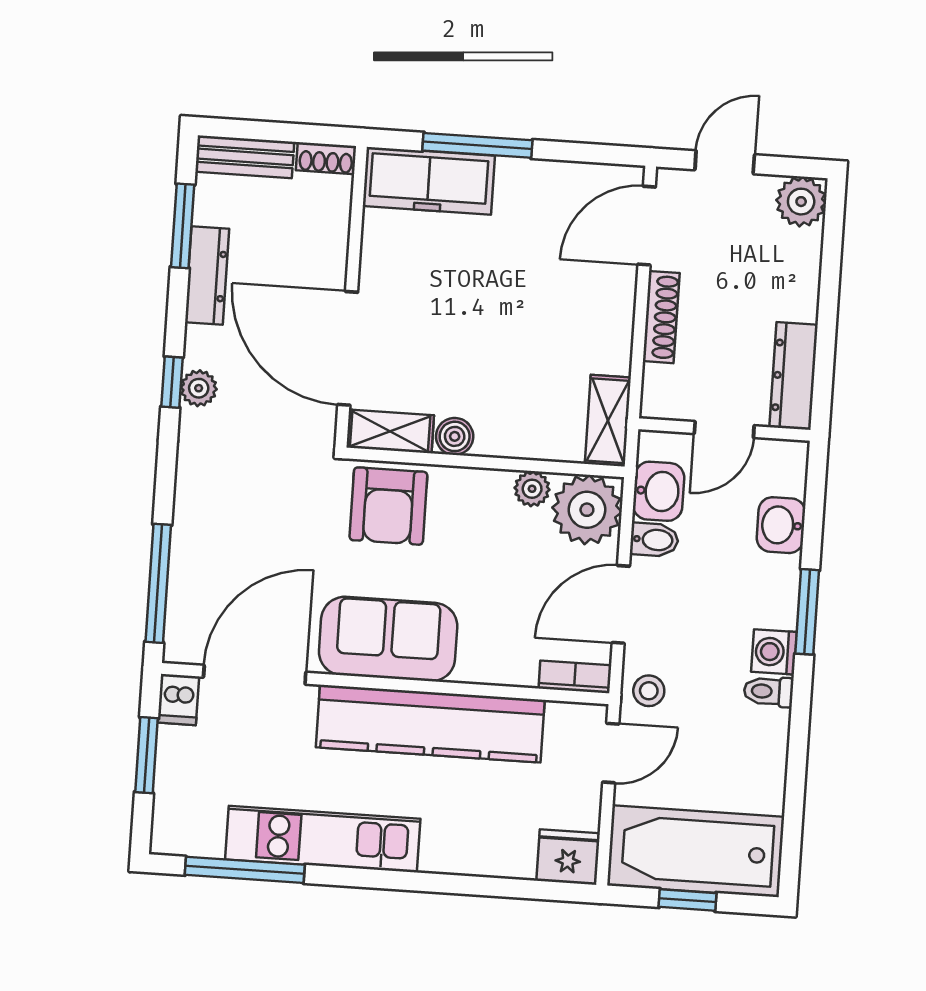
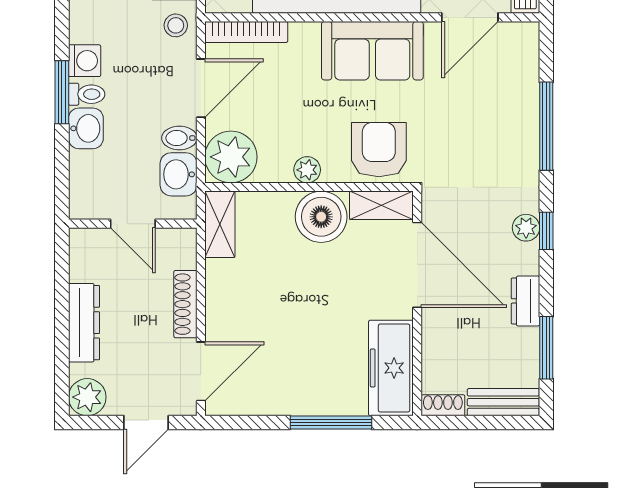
freezer: (429, 181) -> (391, 368), moved, turned -90
dresser: (207, 276) -> (525, 301), width x0.70
dresser: (794, 376) -> (84, 323), moved
door: (724, 430) -> (133, 224), swing flipped
boiler: (455, 436) -> (321, 217), width x1.86, depth x1.86
plant: (532, 489) -> (307, 170), moved
washbasin: (781, 525) -> (86, 128), moved
window: (158, 583) -> (546, 126), moved
door: (255, 675) -> (470, 17), width x0.73
bookcase: (575, 677) -> (246, 32), width x1.56
toilet: (769, 691) -> (87, 94), moved

